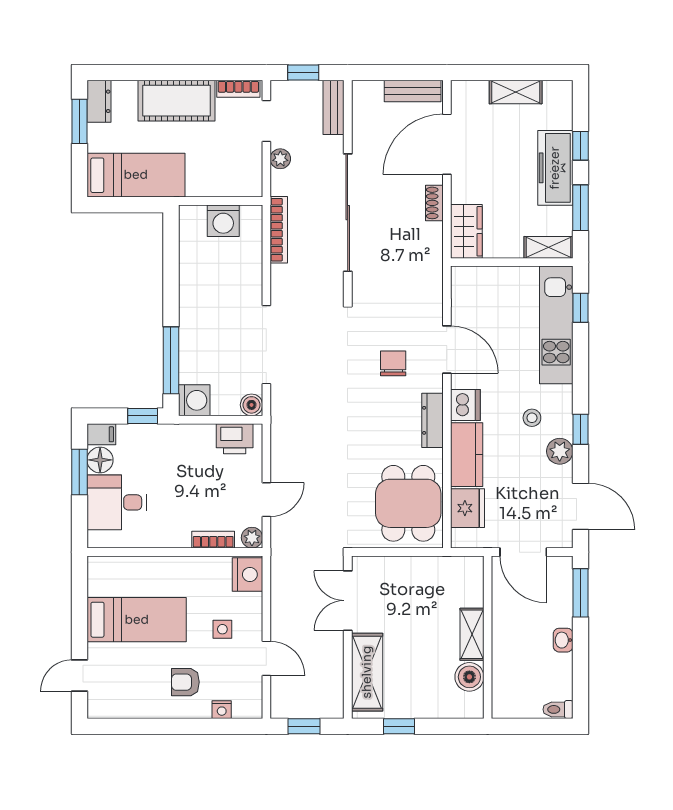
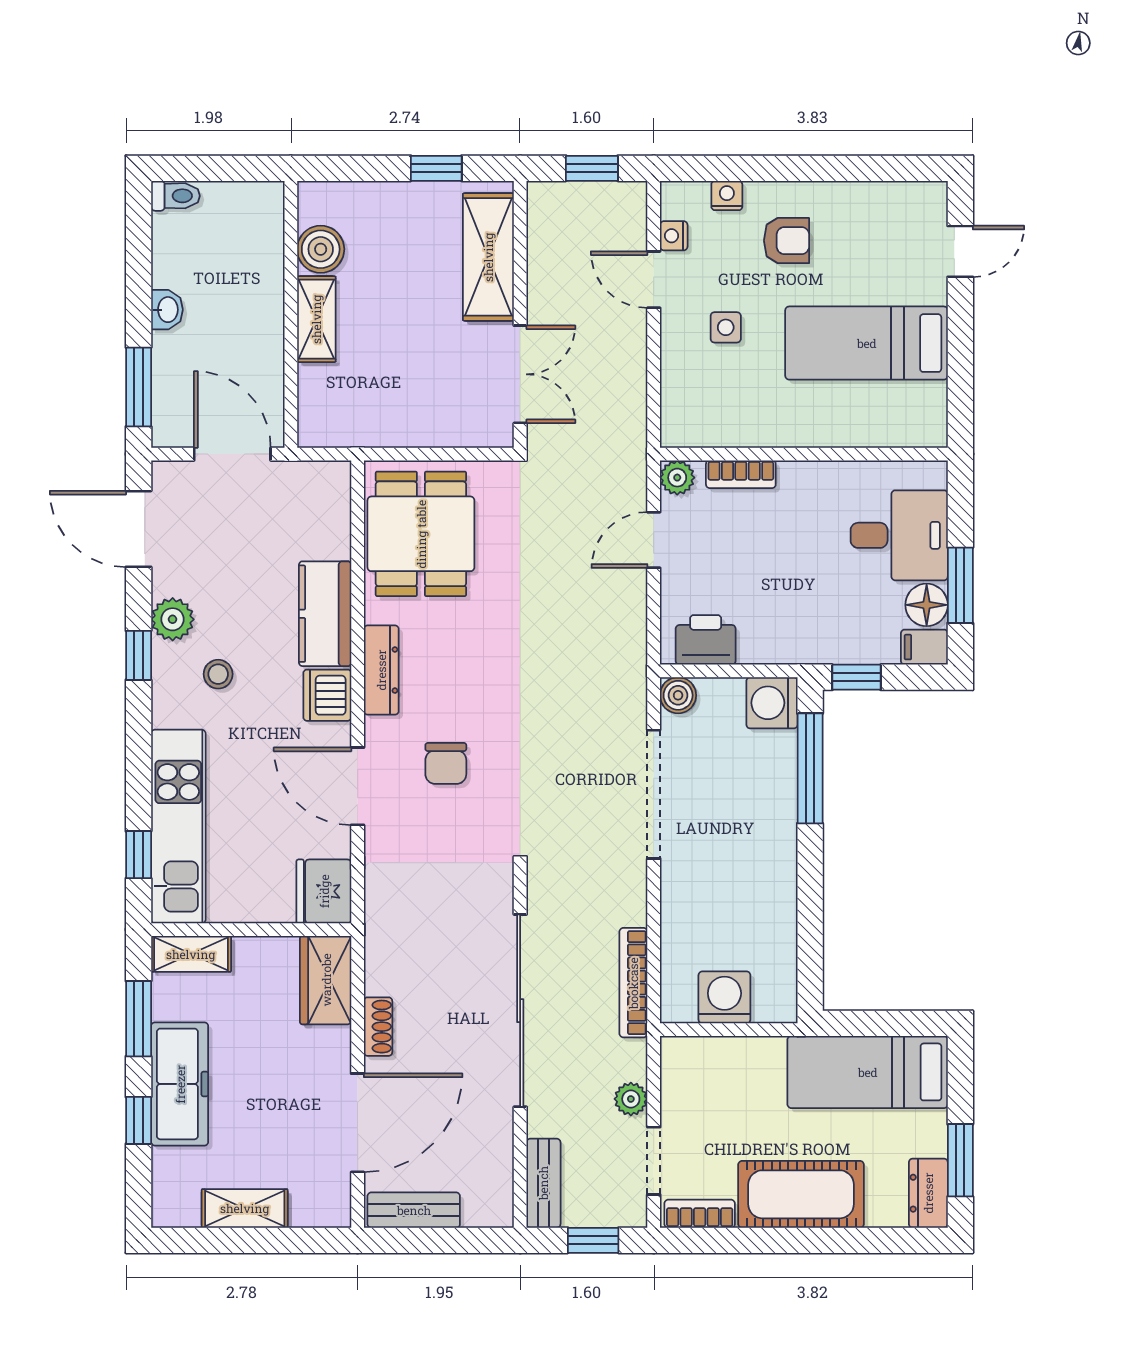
fridge: (467, 508) -> (324, 891), moved
nightstand: (247, 574) -> (674, 236), moved, width x0.53, depth x0.56

